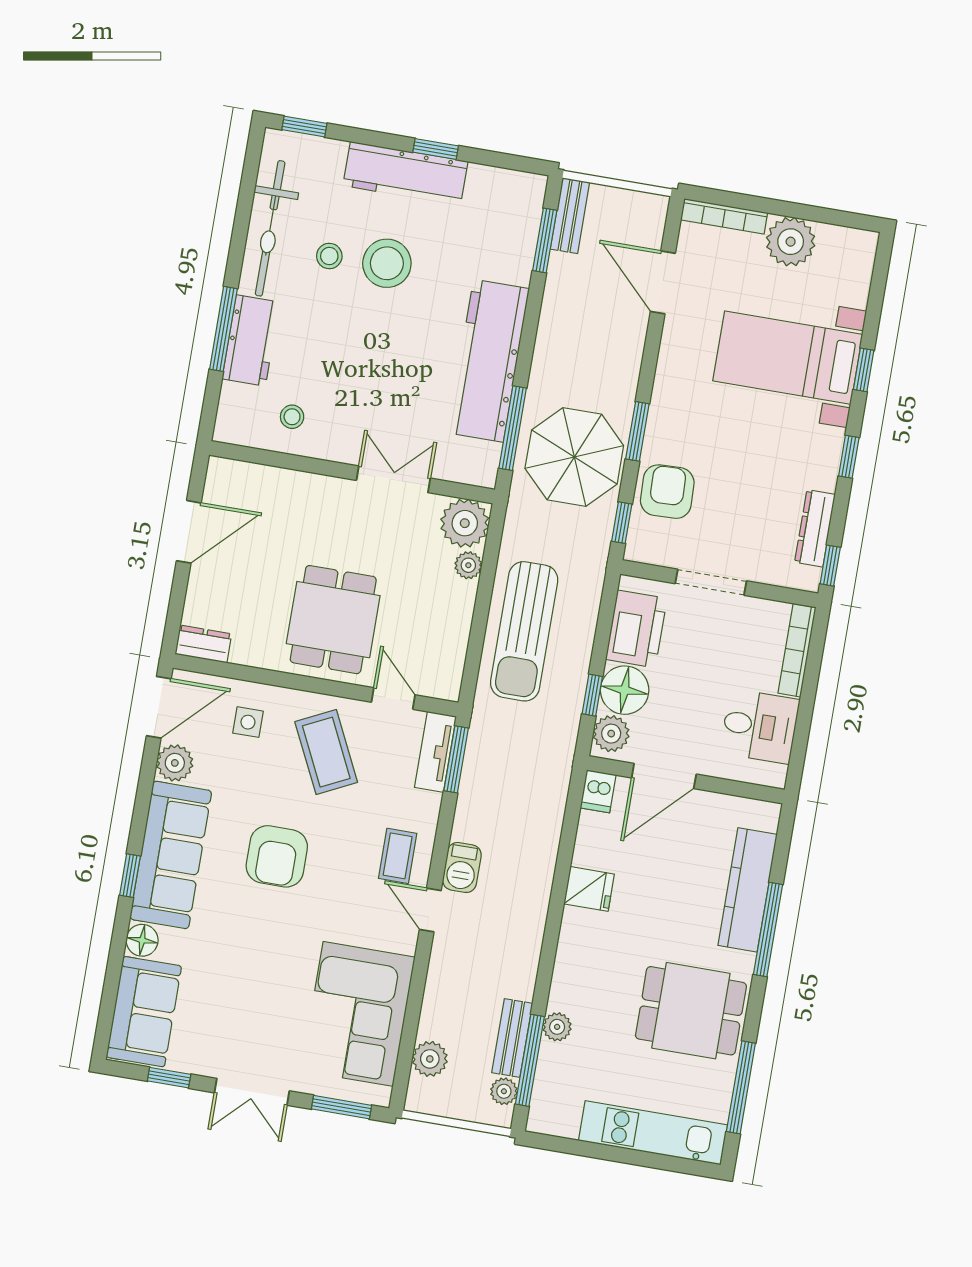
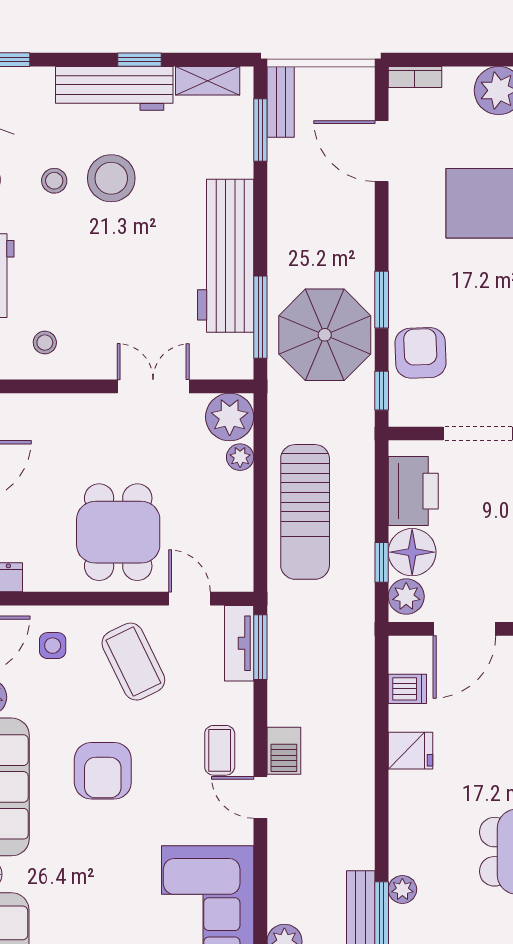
shelving: (500, 182) -> (208, 81), added
bookcase: (724, 216) -> (415, 77), width x0.64
dishwasher: (598, 791) -> (407, 689), moved, turned -90

